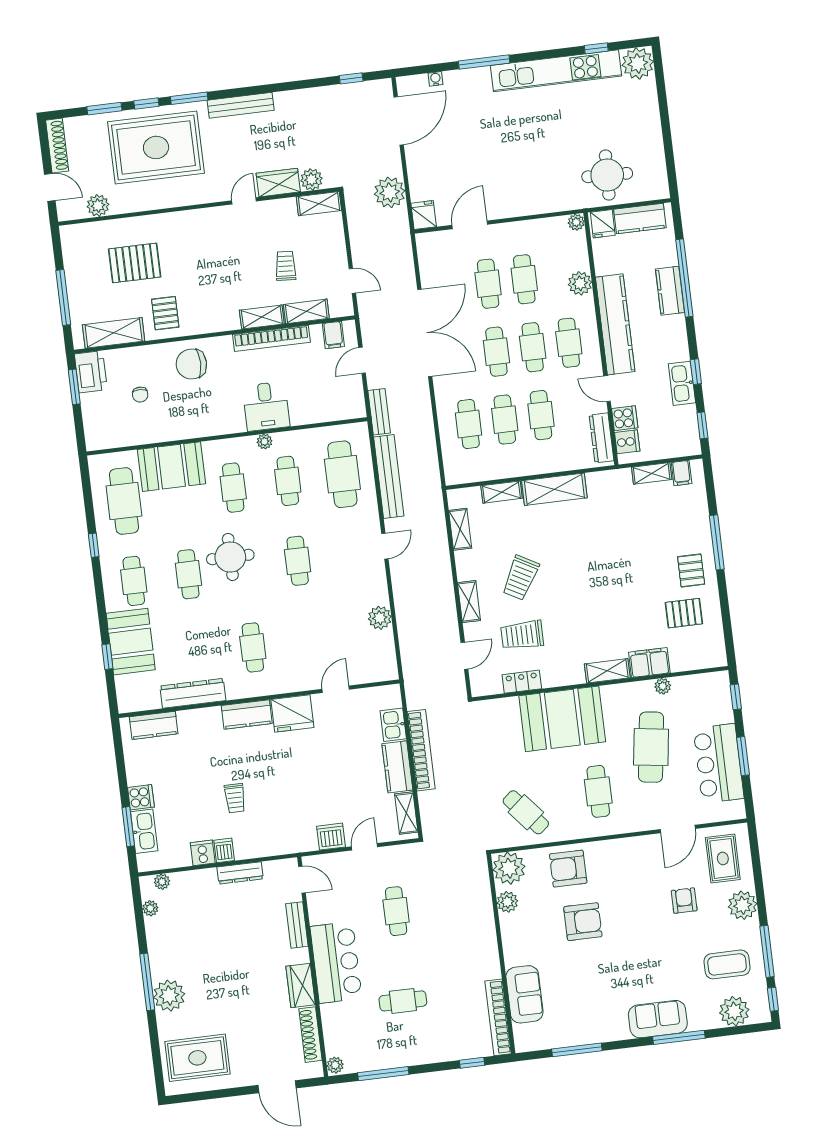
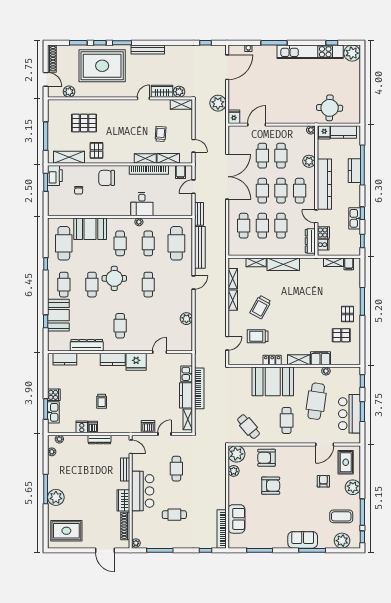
shelving: (469, 602) -> (233, 300), moved
locker: (522, 682) -> (272, 360), moved

